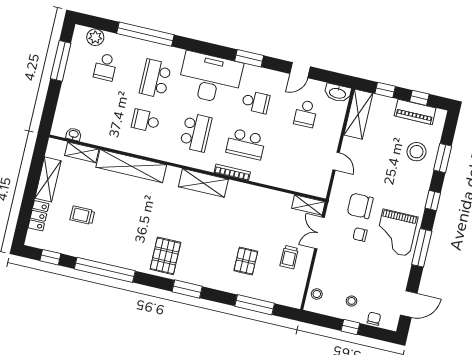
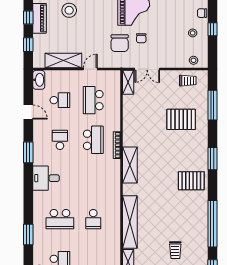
window: (145, 34) -> (28, 234), width x0.47
desk: (210, 78) -> (46, 178), width x0.53, depth x0.77
shelving: (358, 114) -> (63, 60), moved
school desk: (196, 132) -> (93, 100), moved, turned -90
trolley: (289, 257) -> (188, 81), moved
pallet: (246, 261) -> (181, 119), width x1.50, depth x1.42

